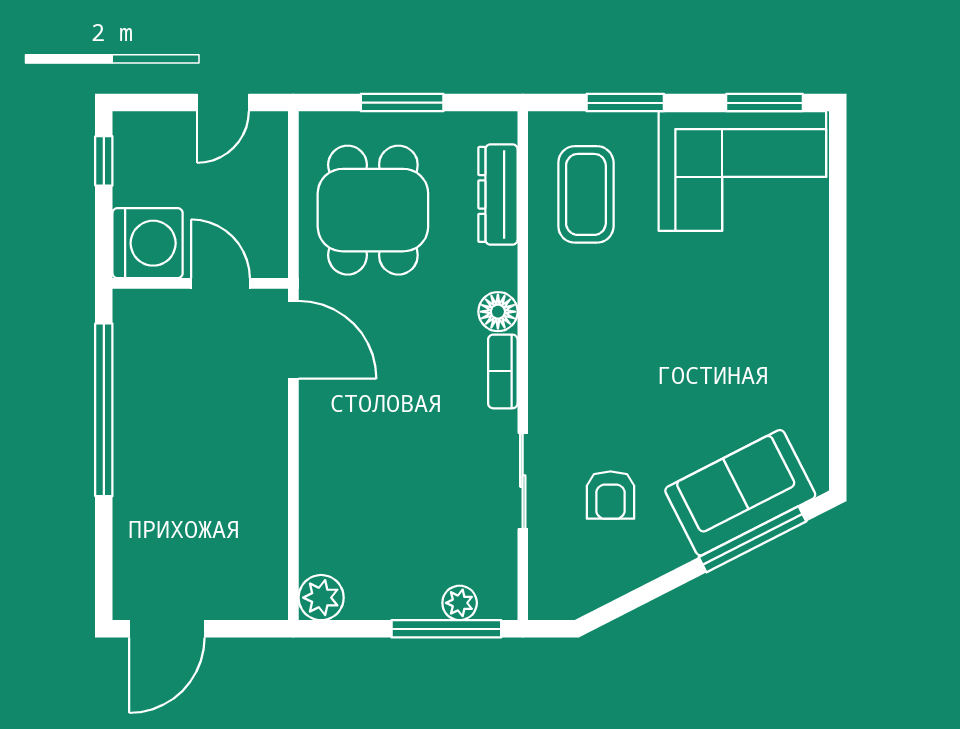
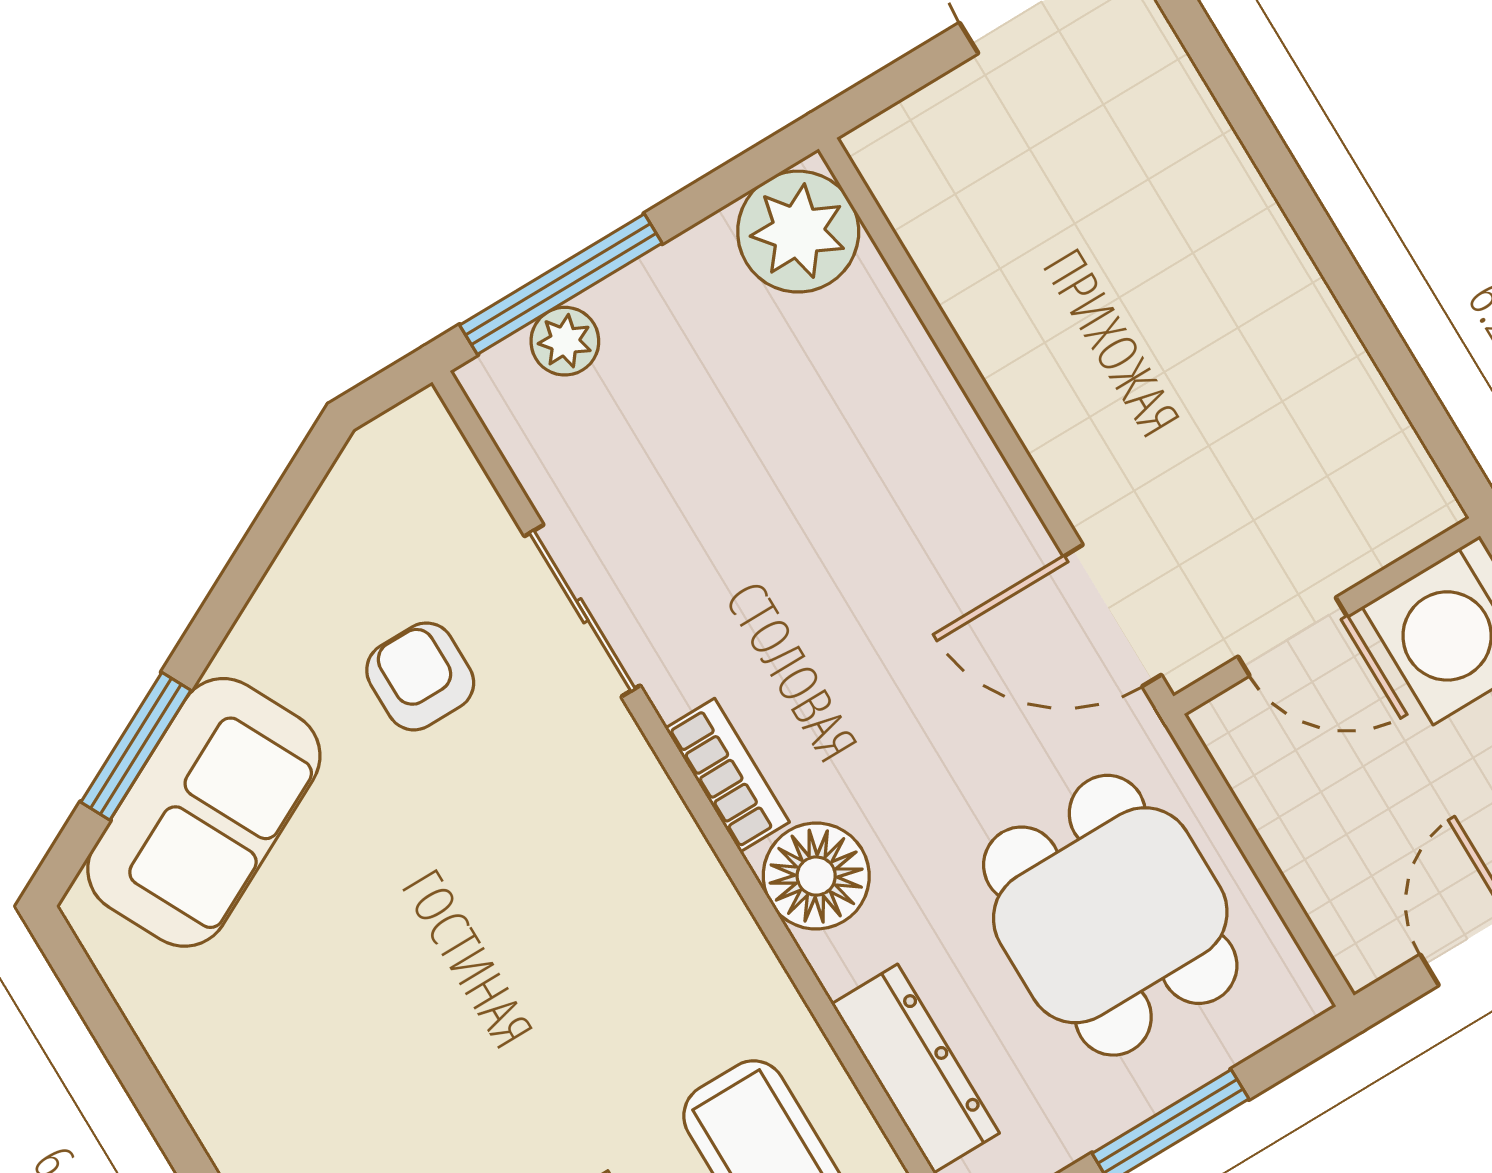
floor lamp: (498, 312) -> (816, 876), width x1.38, depth x1.38
window: (104, 410) -> (1361, 305), removed
window: (753, 539) -> (136, 746), width x0.69
plant: (321, 598) -> (798, 232), width x1.36, depth x1.36

